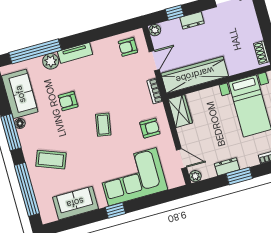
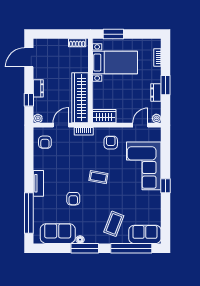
plant: (51, 61) -> (40, 203), removed
door: (154, 61) -> (61, 125), hinge flipped
sofa: (75, 203) -> (145, 234), moved, turned 90

